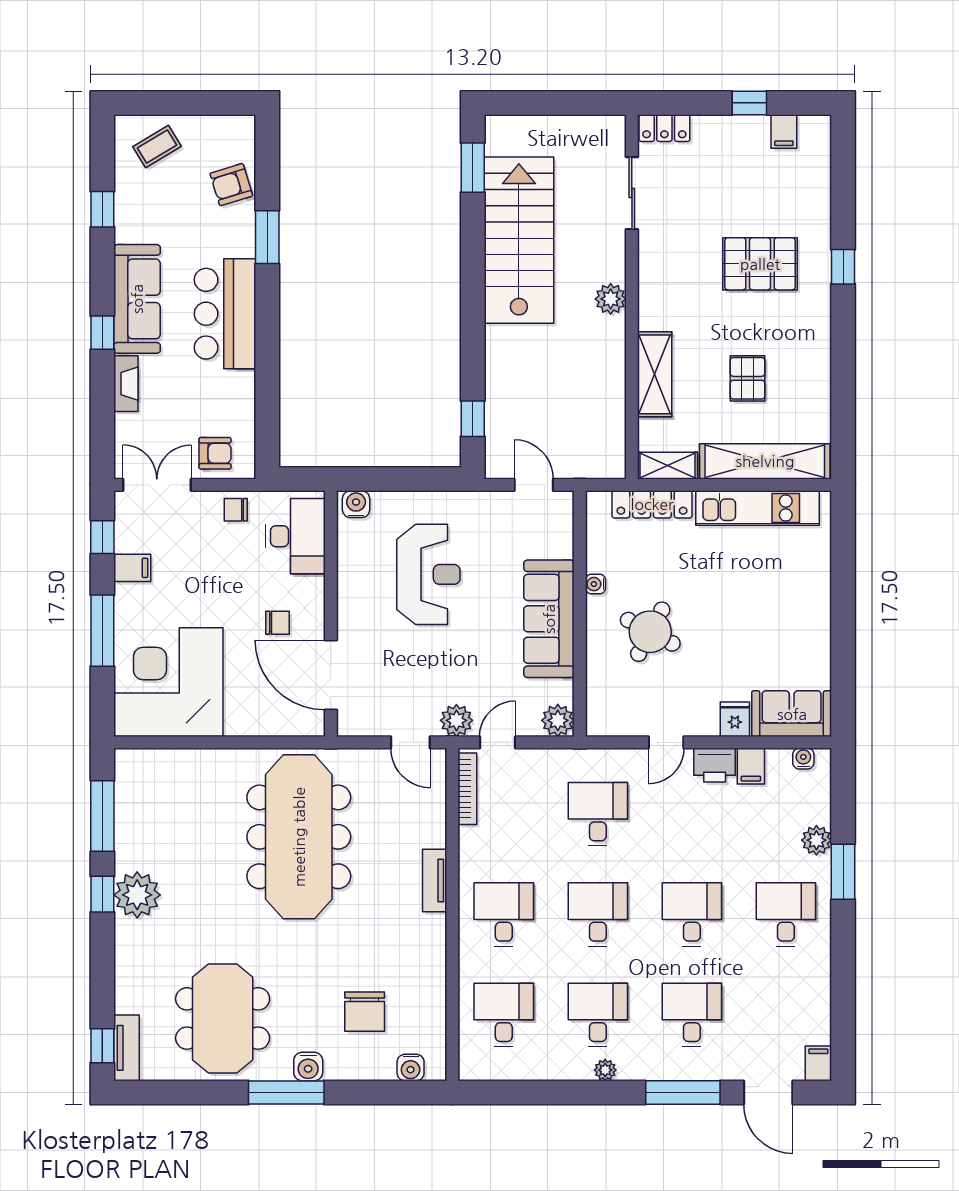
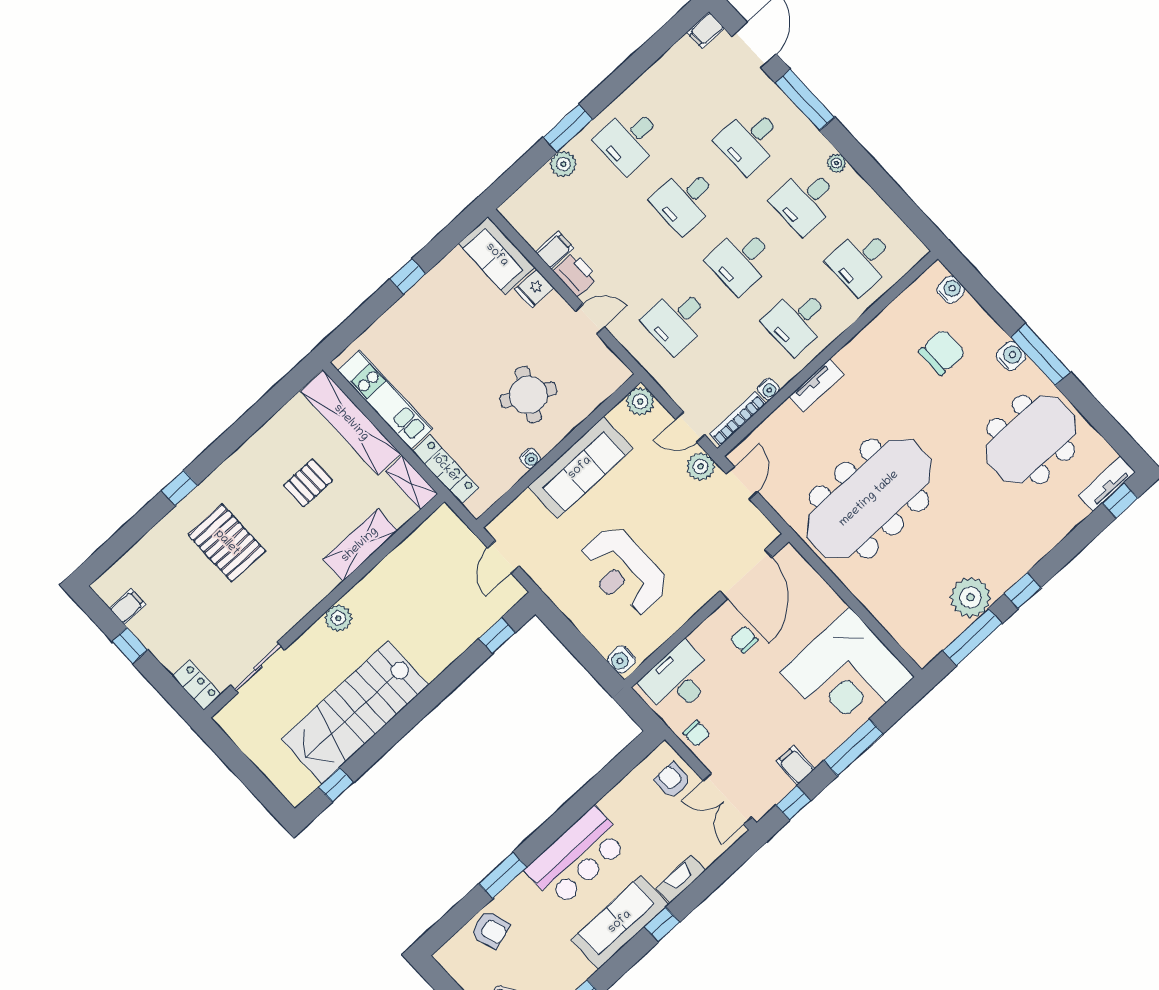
window: (473, 168) -> (336, 785), width x0.67
reception desk: (428, 574) -> (623, 571), turned -90
window: (843, 623) -> (408, 276), added
water cooler: (803, 759) -> (768, 389), moved, turned -90
plant: (137, 895) -> (970, 597), moved

